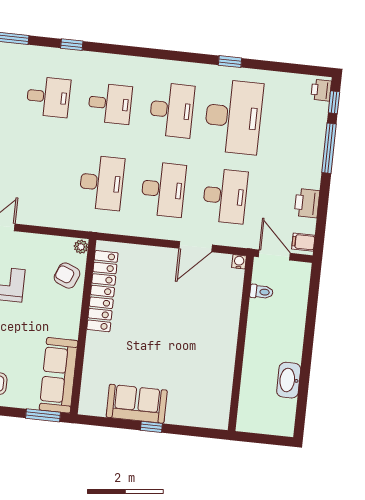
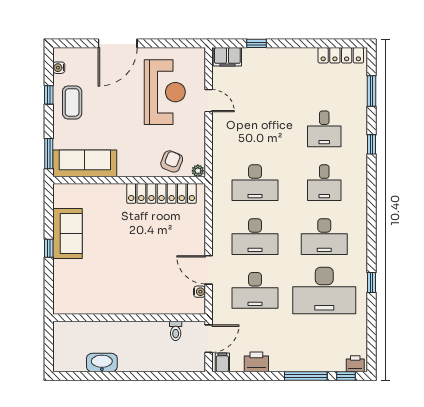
water cooler: (239, 262) -> (199, 292), moved

